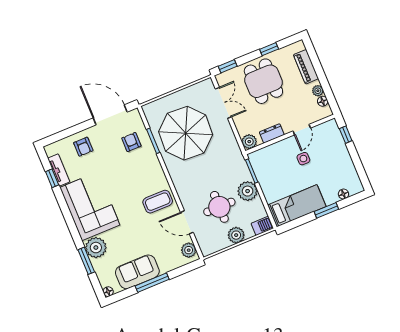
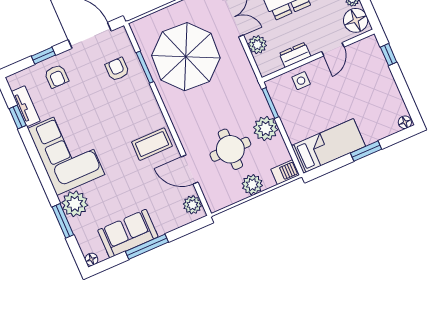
floor lamp: (323, 101) -> (356, 20), width x1.89, depth x1.89
window: (73, 130) -> (43, 56), added
plant: (249, 142) -> (257, 45), moved
side table: (303, 159) -> (301, 81), moved
floor lamp: (343, 194) -> (405, 122), moved

